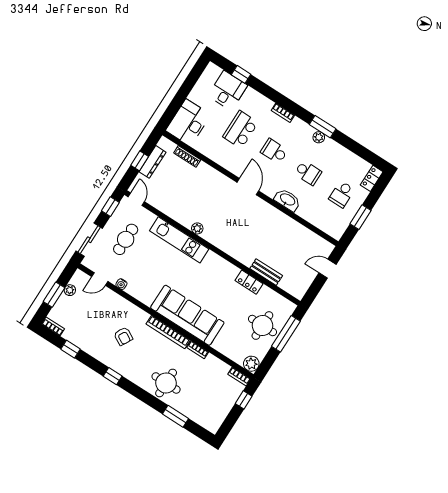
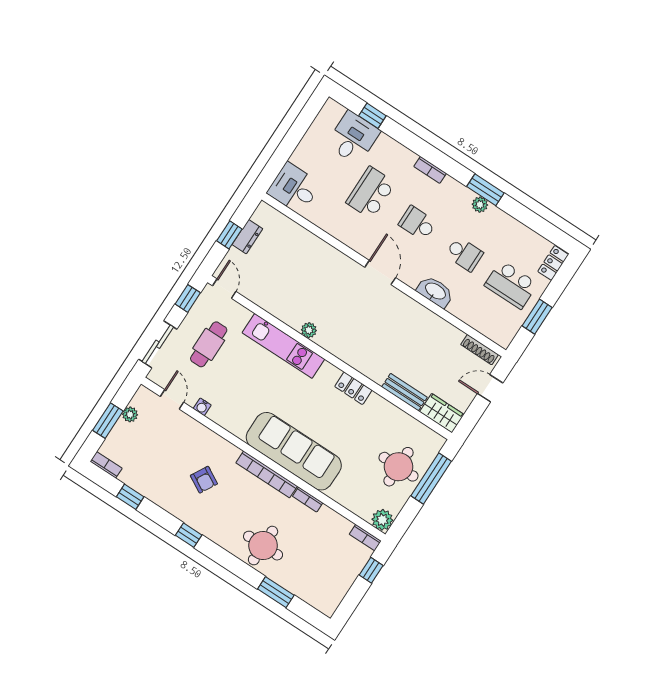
desk: (188, 123) -> (294, 188), width x0.73
shoe rack: (187, 156) -> (480, 350), moved
dresser: (152, 162) -> (247, 237), width x0.70
school desk: (342, 194) -> (511, 285), width x1.85
door: (100, 279) -> (172, 399), swing flipped
locker: (249, 282) -> (353, 388), moved
wardrobe: (293, 287) -> (442, 413), added

